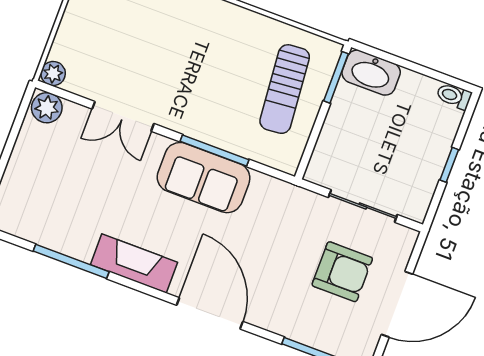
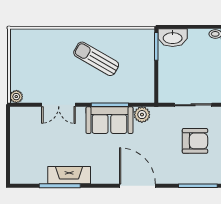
sun lounger: (285, 89) -> (96, 59), moved, turned 125
plant: (47, 108) -> (142, 115), moved
fireplace: (134, 263) -> (69, 175), moved

